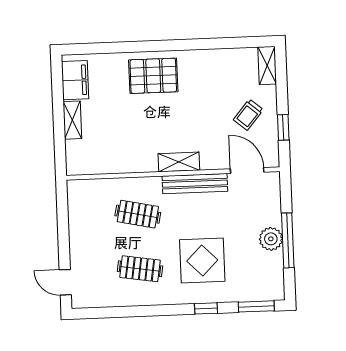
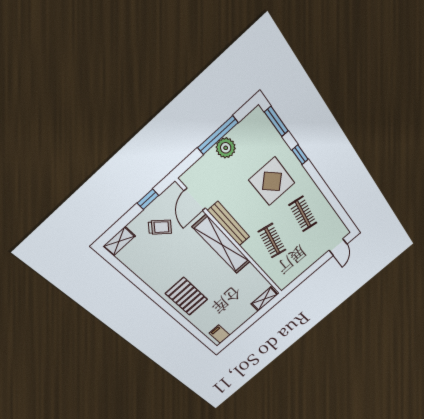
filing cabinet: (75, 80) -> (220, 334), width x0.50
shelving: (72, 120) -> (265, 299), moved
shelving: (179, 162) -> (222, 245), width x2.20, depth x1.33

